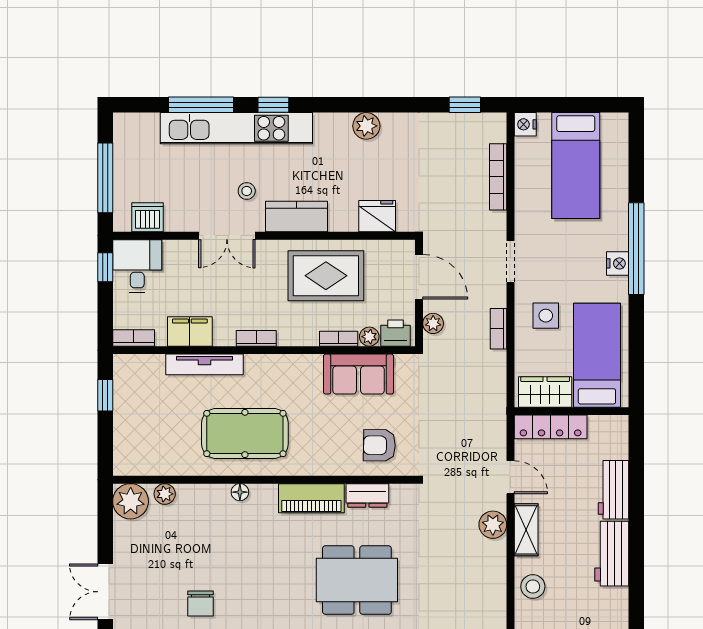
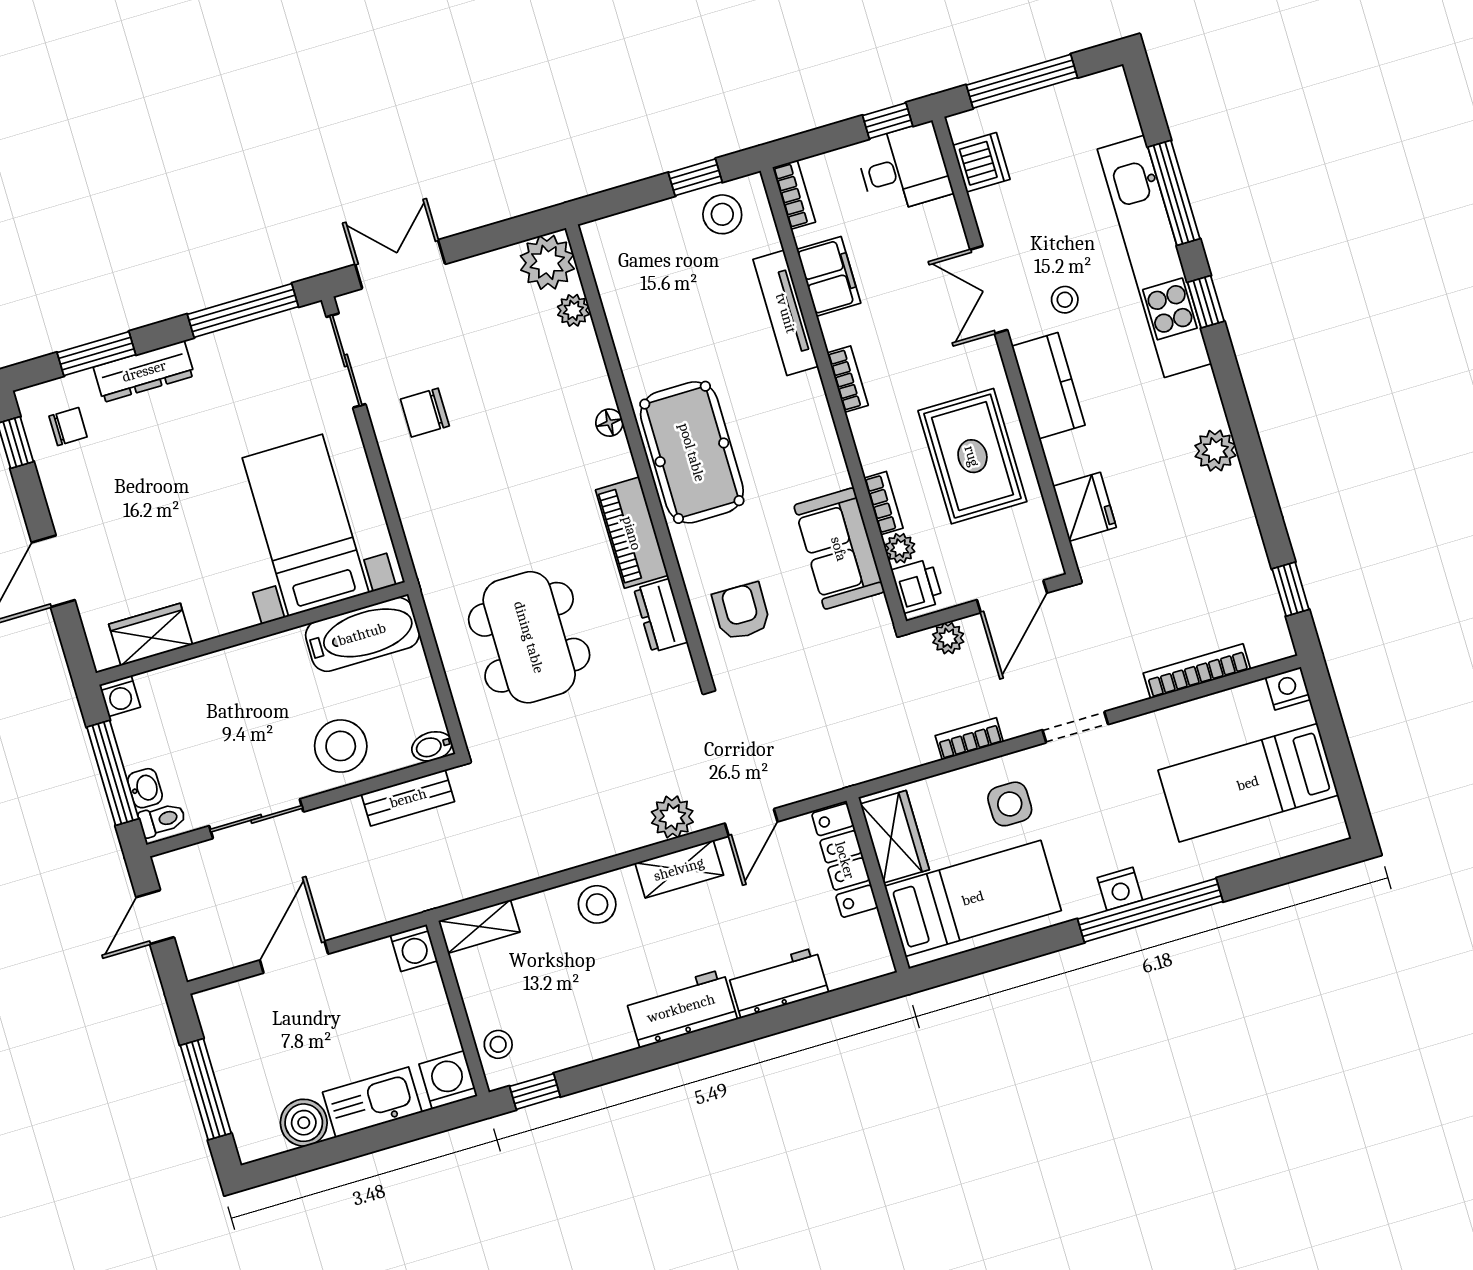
stool: (133, 385) -> (722, 214), added
pool table: (245, 434) -> (692, 452), moved

